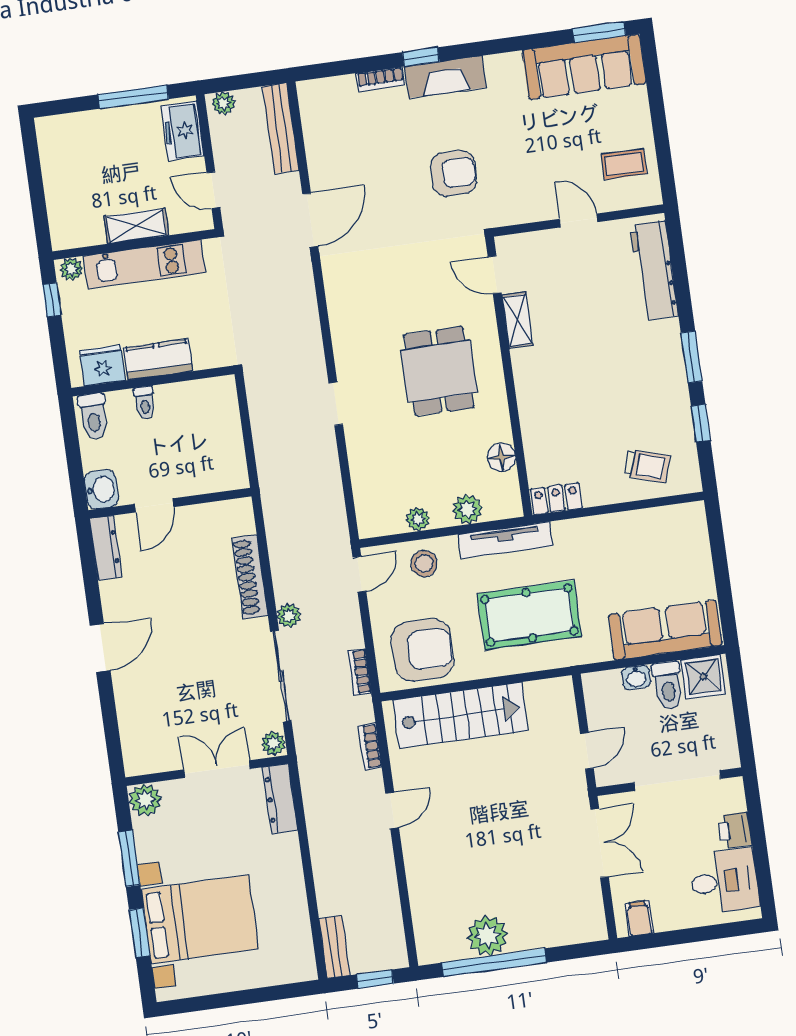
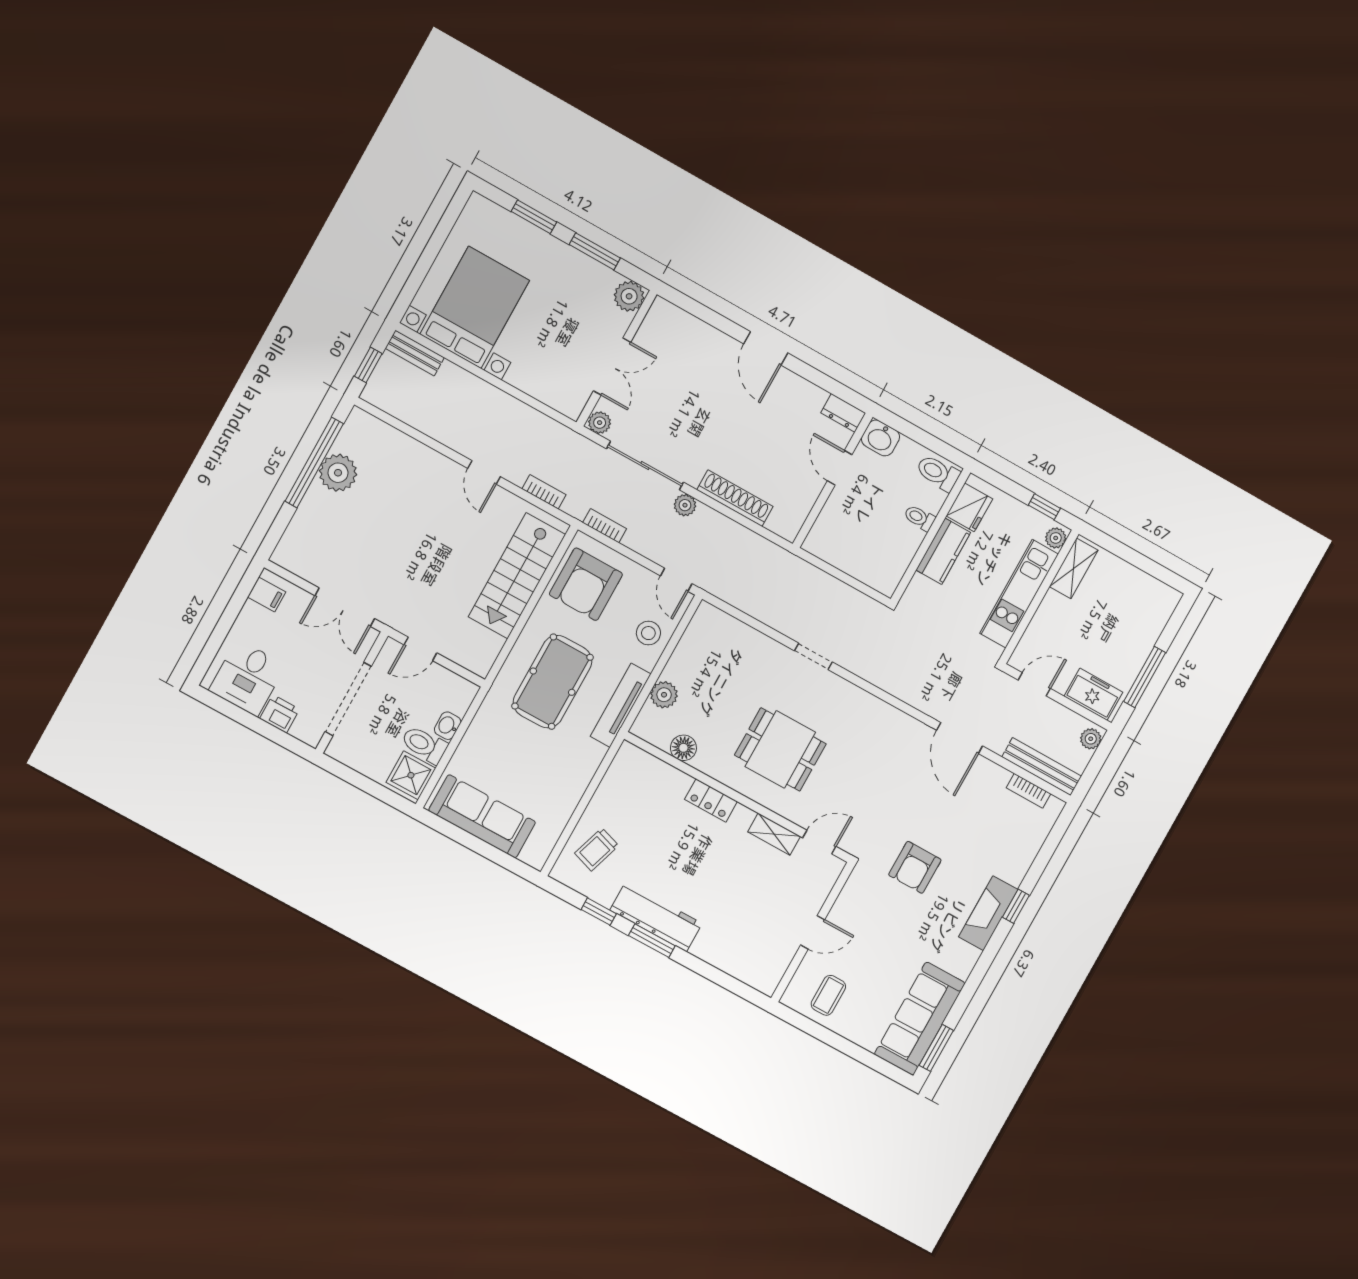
bookcase: (380, 79) -> (1028, 791), moved, turned -90
shelving: (137, 226) -> (1074, 568), moved
workbench: (654, 270) -> (656, 917), moved
locker: (556, 499) -> (711, 800), moved, turned 90
plant: (418, 519) -> (684, 653), removed
dresser: (106, 548) -> (843, 413), width x0.70
sofa: (665, 630) -> (482, 816), moved, turned -90
door: (587, 751) -> (420, 649), hinge flipped
dresser: (280, 799) -> (555, 397), removed
bed with nightstands: (200, 919) -> (475, 307), moved, turned 180

